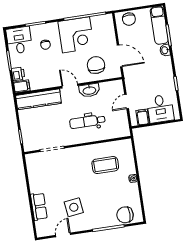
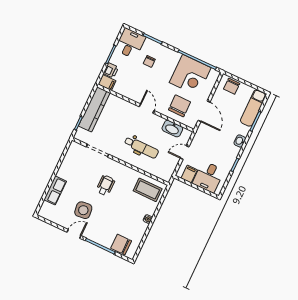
corner desk: (76, 35) -> (190, 75), moved
washbasin: (165, 50) -> (240, 141), moved
washbasin: (89, 90) -> (172, 129), moved
kitchen counter: (39, 99) -> (94, 109), moved, turned -90
dental chair: (87, 122) -> (141, 147), turned 180
coffee table: (105, 165) -> (148, 190), moved
wheelchair: (78, 174) -> (105, 185), added
door: (63, 235) -> (74, 234), moved

